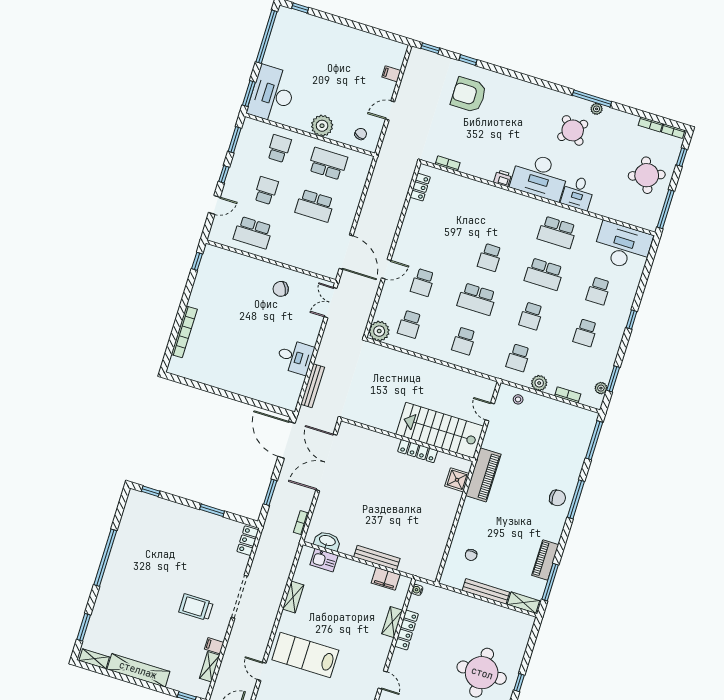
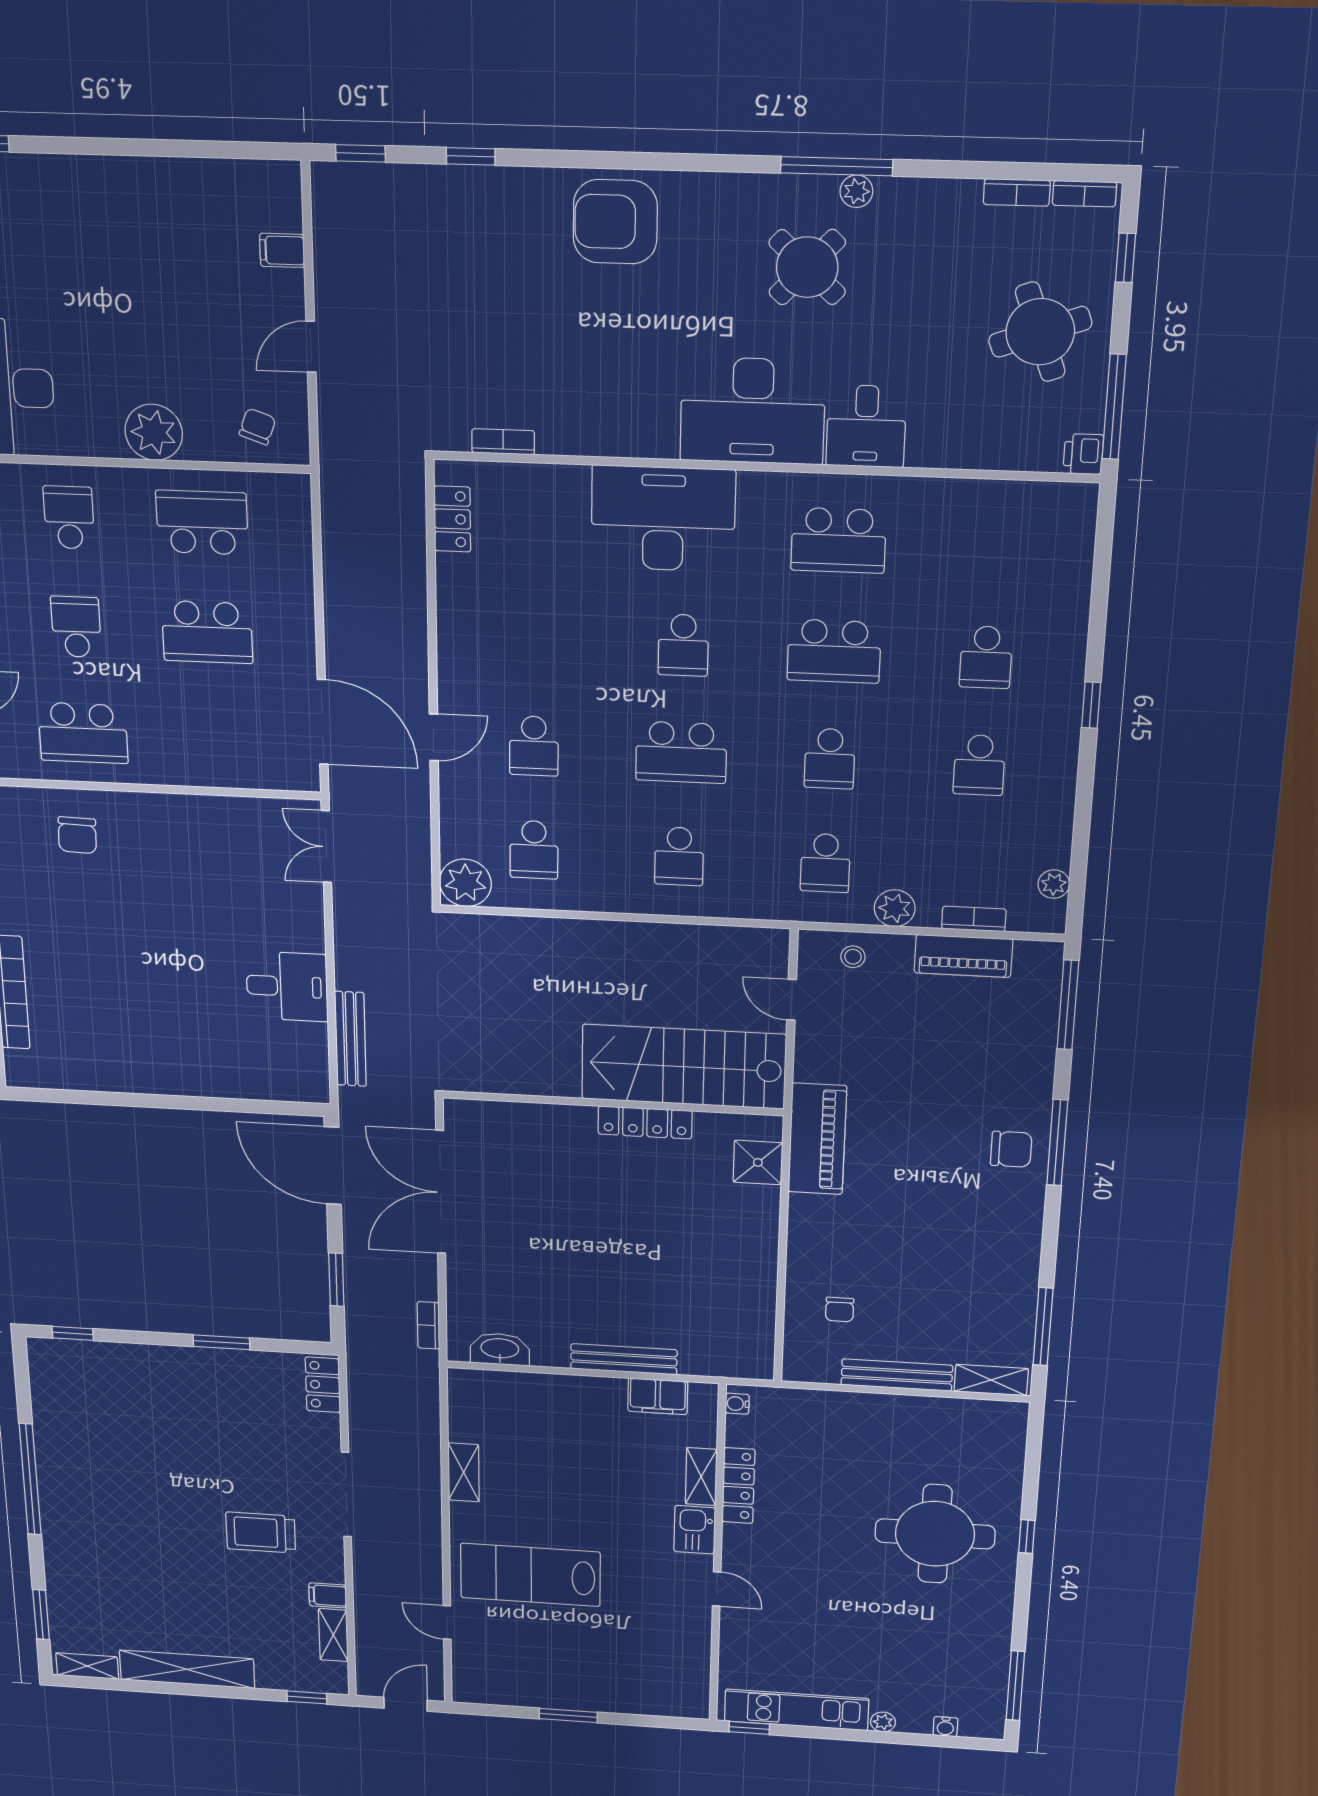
armchair: (469, 95) -> (615, 222), moved
printer: (502, 178) -> (1083, 454), moved, turned -90
desk: (623, 246) -> (663, 519), moved
chair: (281, 289) -> (77, 835), moved, turned -62
window: (613, 379) -> (1079, 856), removed
kitchen sink: (324, 560) -> (695, 1530), moved, turned 90
piano: (545, 560) -> (963, 956), moved, turned -90

